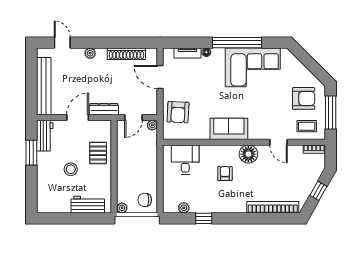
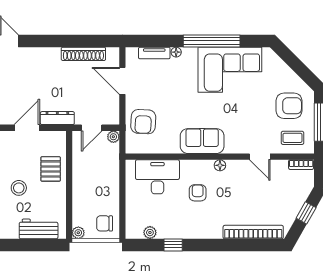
plant: (90, 53) -> (41, 53), removed
floor lamp: (248, 154) -> (220, 165), width x0.53, depth x0.53
desk: (185, 160) -> (157, 177), width x1.37

